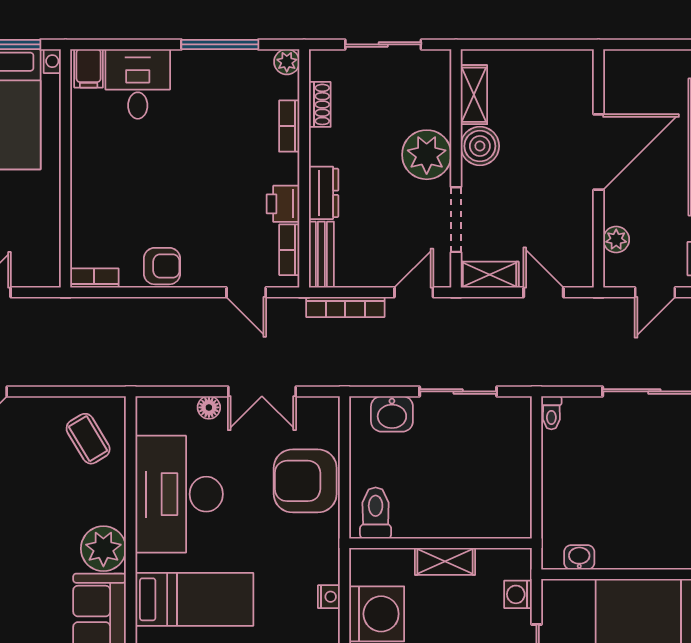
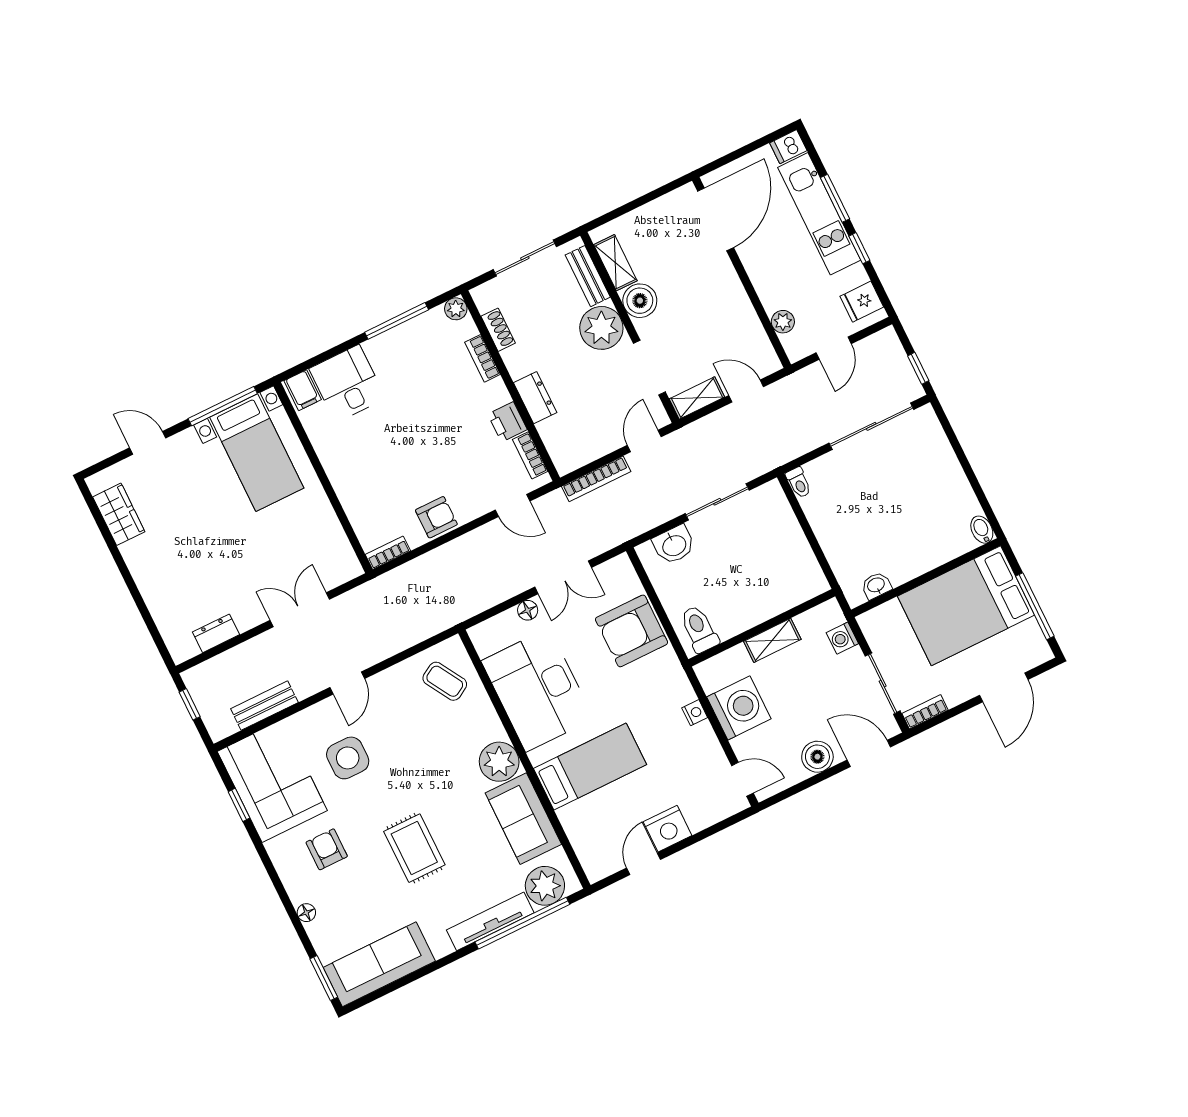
door: (598, 152) -> (716, 219), moved
bench: (321, 255) -> (588, 276), moved

